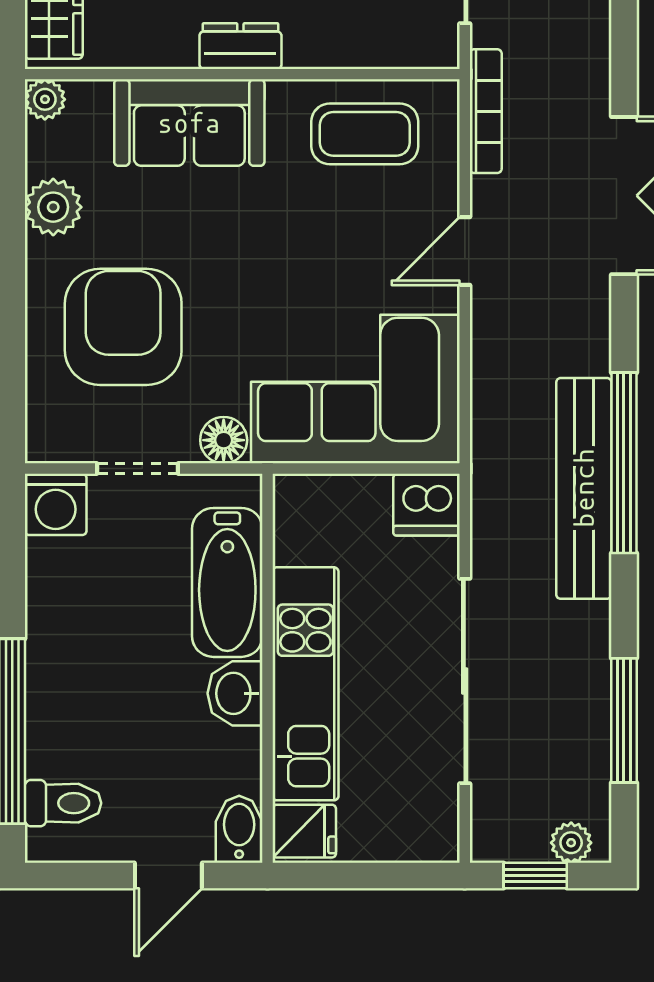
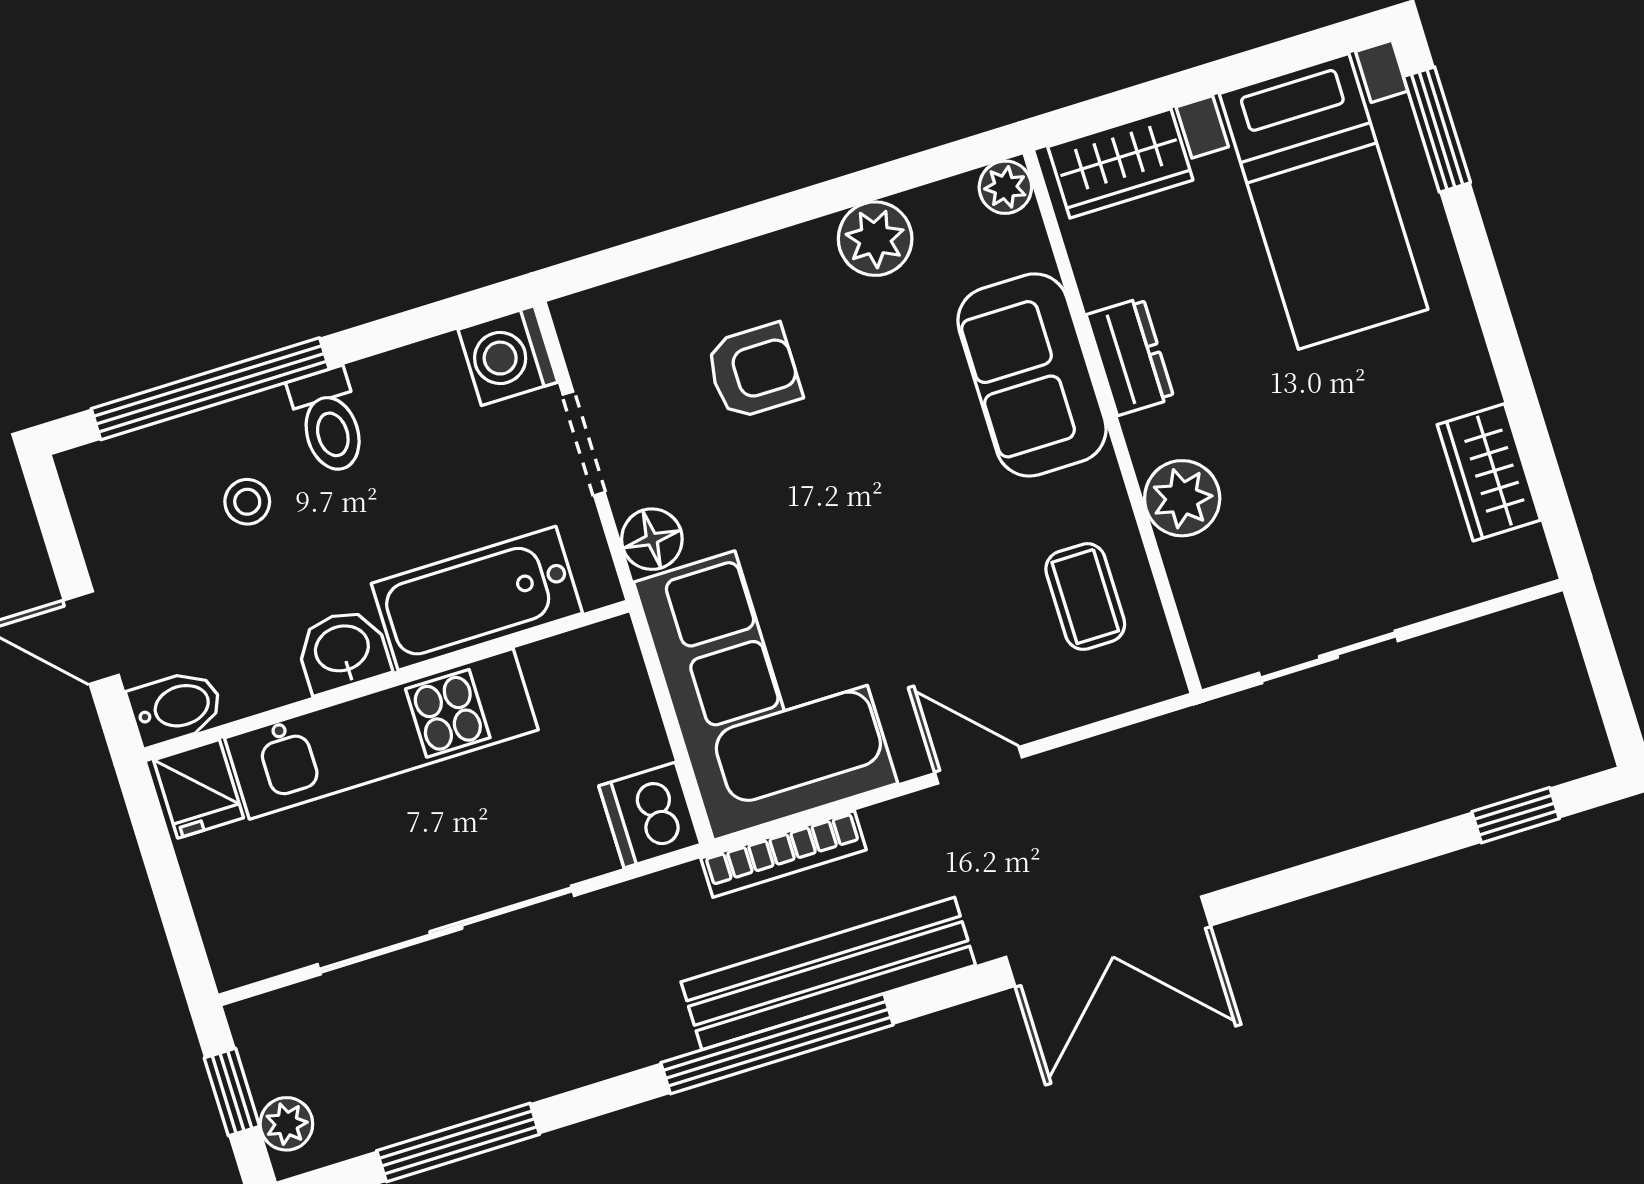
plant: (314, 40) -> (1182, 498), added
dresser: (240, 46) -> (1130, 357), moved
bookcase: (486, 111) -> (784, 854), moved
coffee table: (365, 134) -> (1085, 597), width x0.73, depth x0.77
armchair: (123, 327) -> (754, 371), width x0.53, depth x0.53
bench: (584, 488) -> (828, 973), moved
stool: (104, 730) -> (247, 502), added
toilet: (63, 803) -> (329, 421), moved

